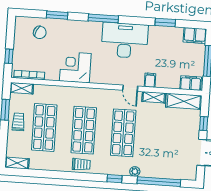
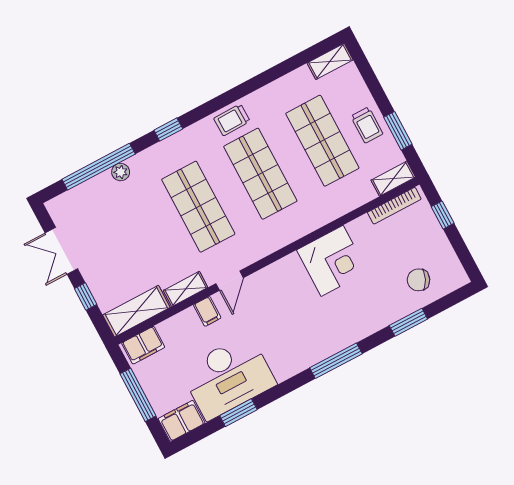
desk: (125, 40) -> (228, 377), moved
door: (130, 88) -> (230, 281), swing flipped
plant: (135, 171) -> (121, 172), moved

